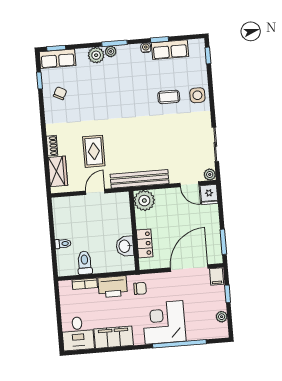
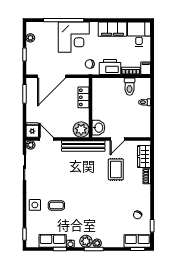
plant: (96, 55) -> (86, 241), moved
washbasin: (125, 246) -> (98, 128), moved
filing cabinet: (217, 276) -> (146, 68), moved

